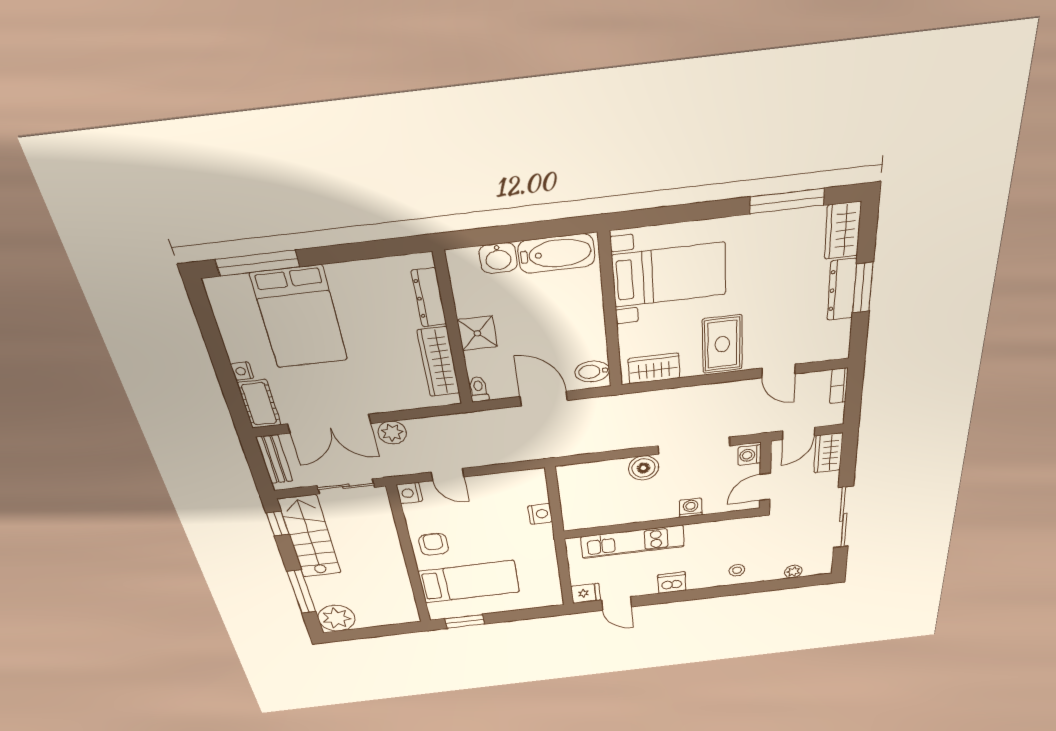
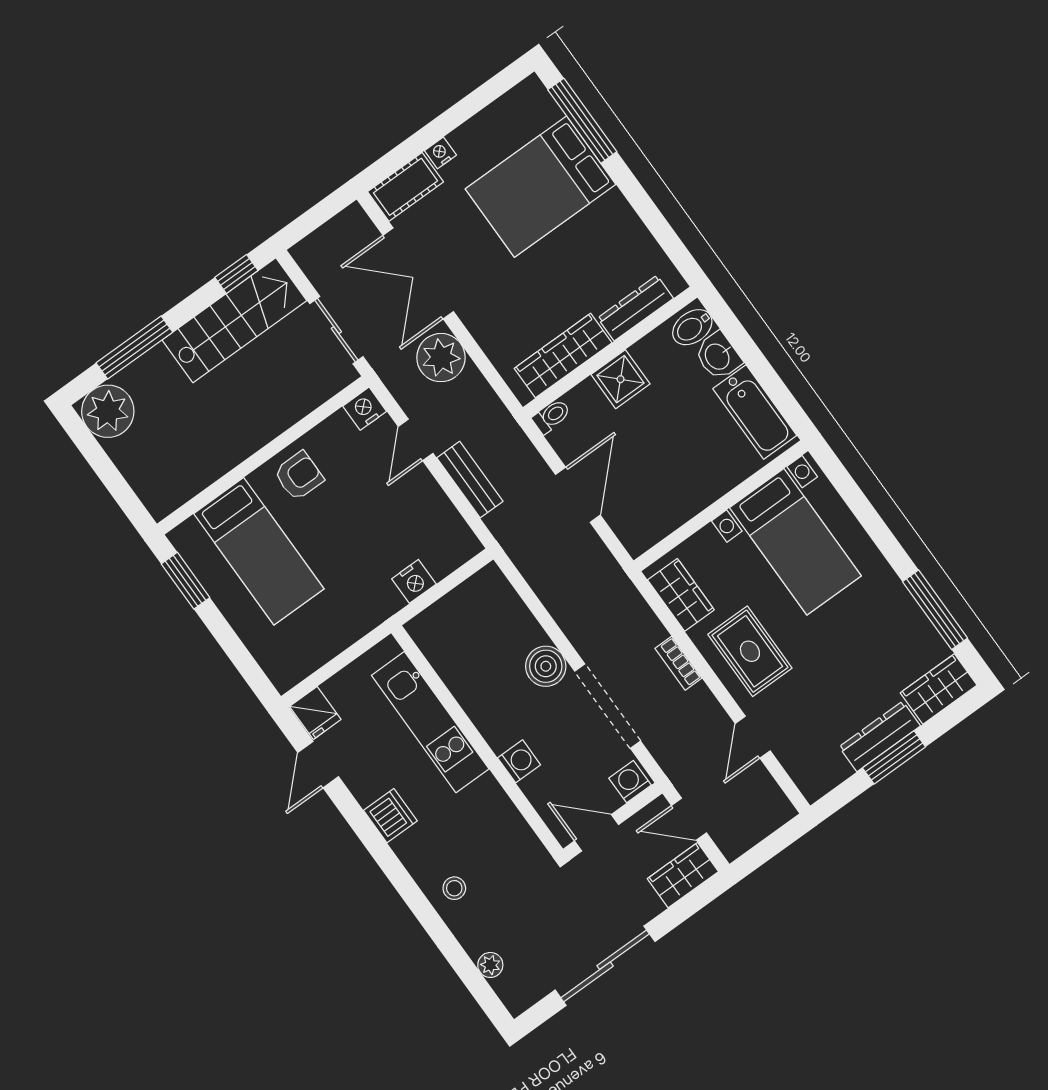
rug: (722, 344) -> (750, 651), turned 90
bidet: (592, 371) -> (692, 327), moved, turned -90
bookcase: (839, 386) -> (678, 663), moved, turned -90
plant: (392, 433) -> (441, 358), width x1.36, depth x1.36
bench: (274, 459) -> (470, 480), moved, turned 90

